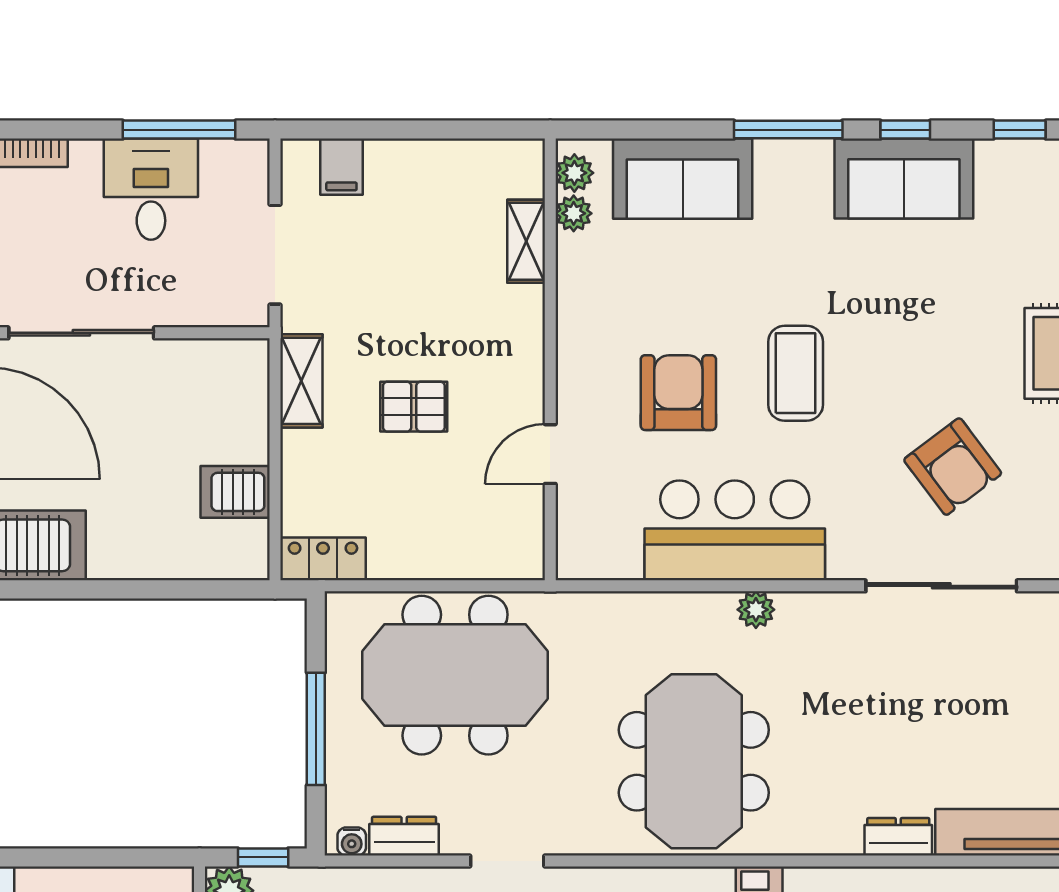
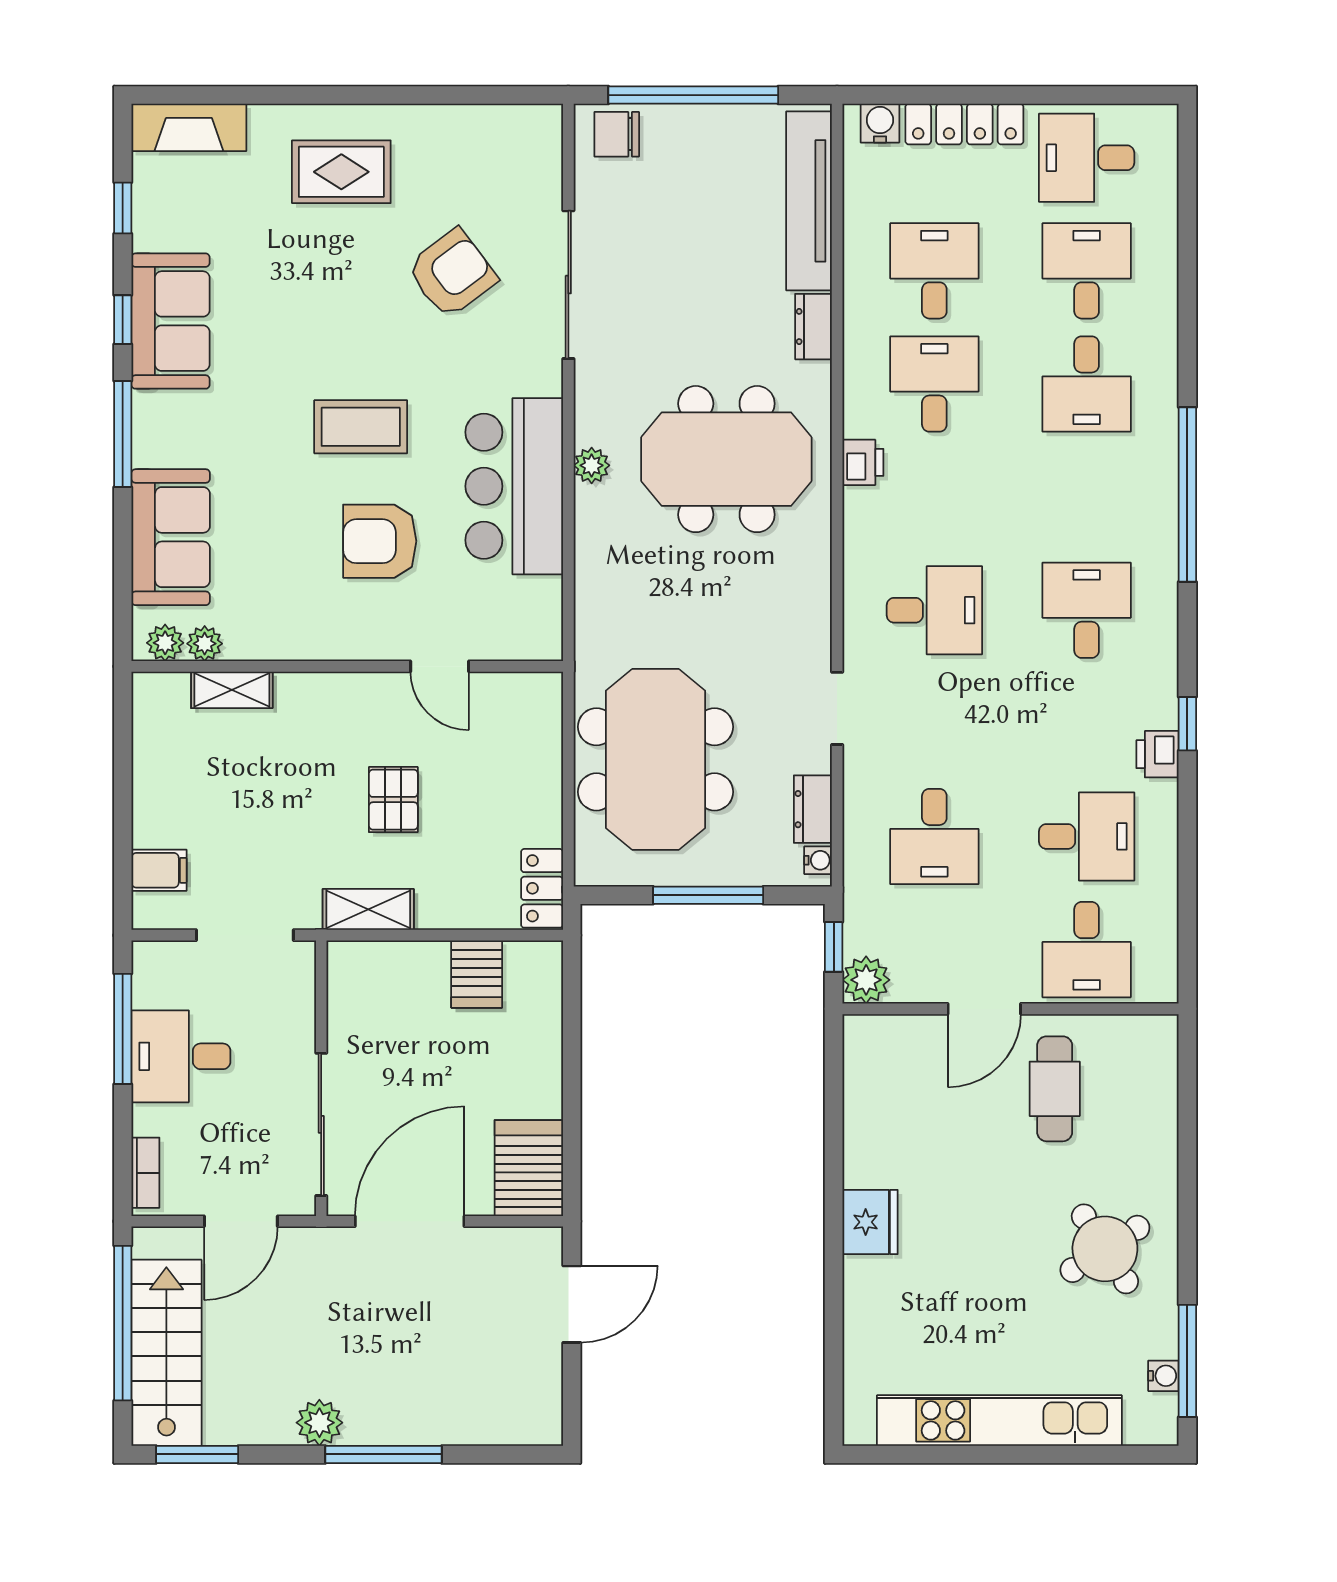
meeting table: (694, 761) -> (726, 459), moved

